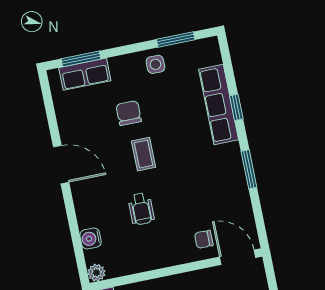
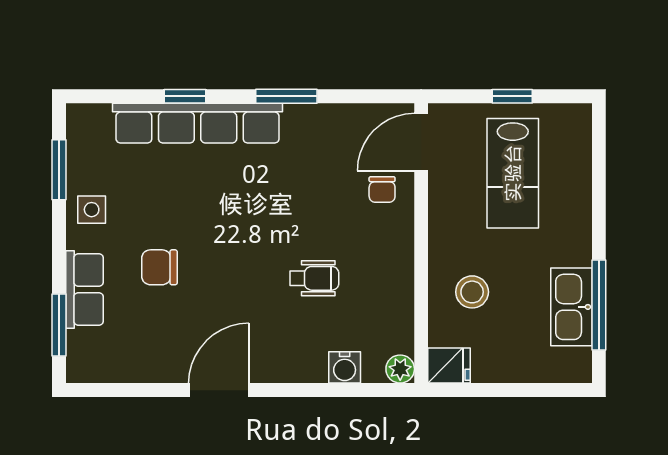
row of seats: (85, 74) -> (84, 289), moved
row of seats: (219, 104) -> (198, 123), width x1.36
coffee table: (143, 154) -> (229, 257), removed

